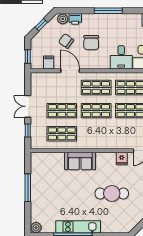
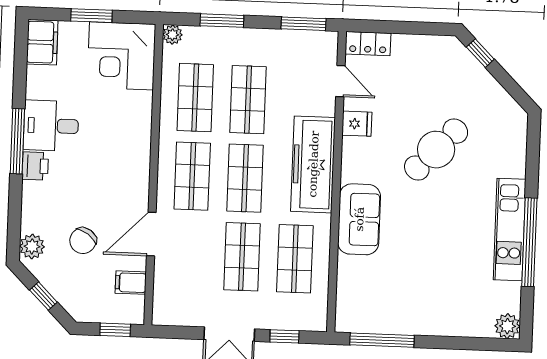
printer: (75, 19) -> (35, 166), moved
chair: (91, 43) -> (89, 183), removed
desk: (121, 57) -> (51, 126), moved, turned 180
freezer: (103, 140) -> (313, 164), added
window: (28, 188) -> (382, 340), moved
cafe table: (112, 193) -> (436, 150), turned 44

